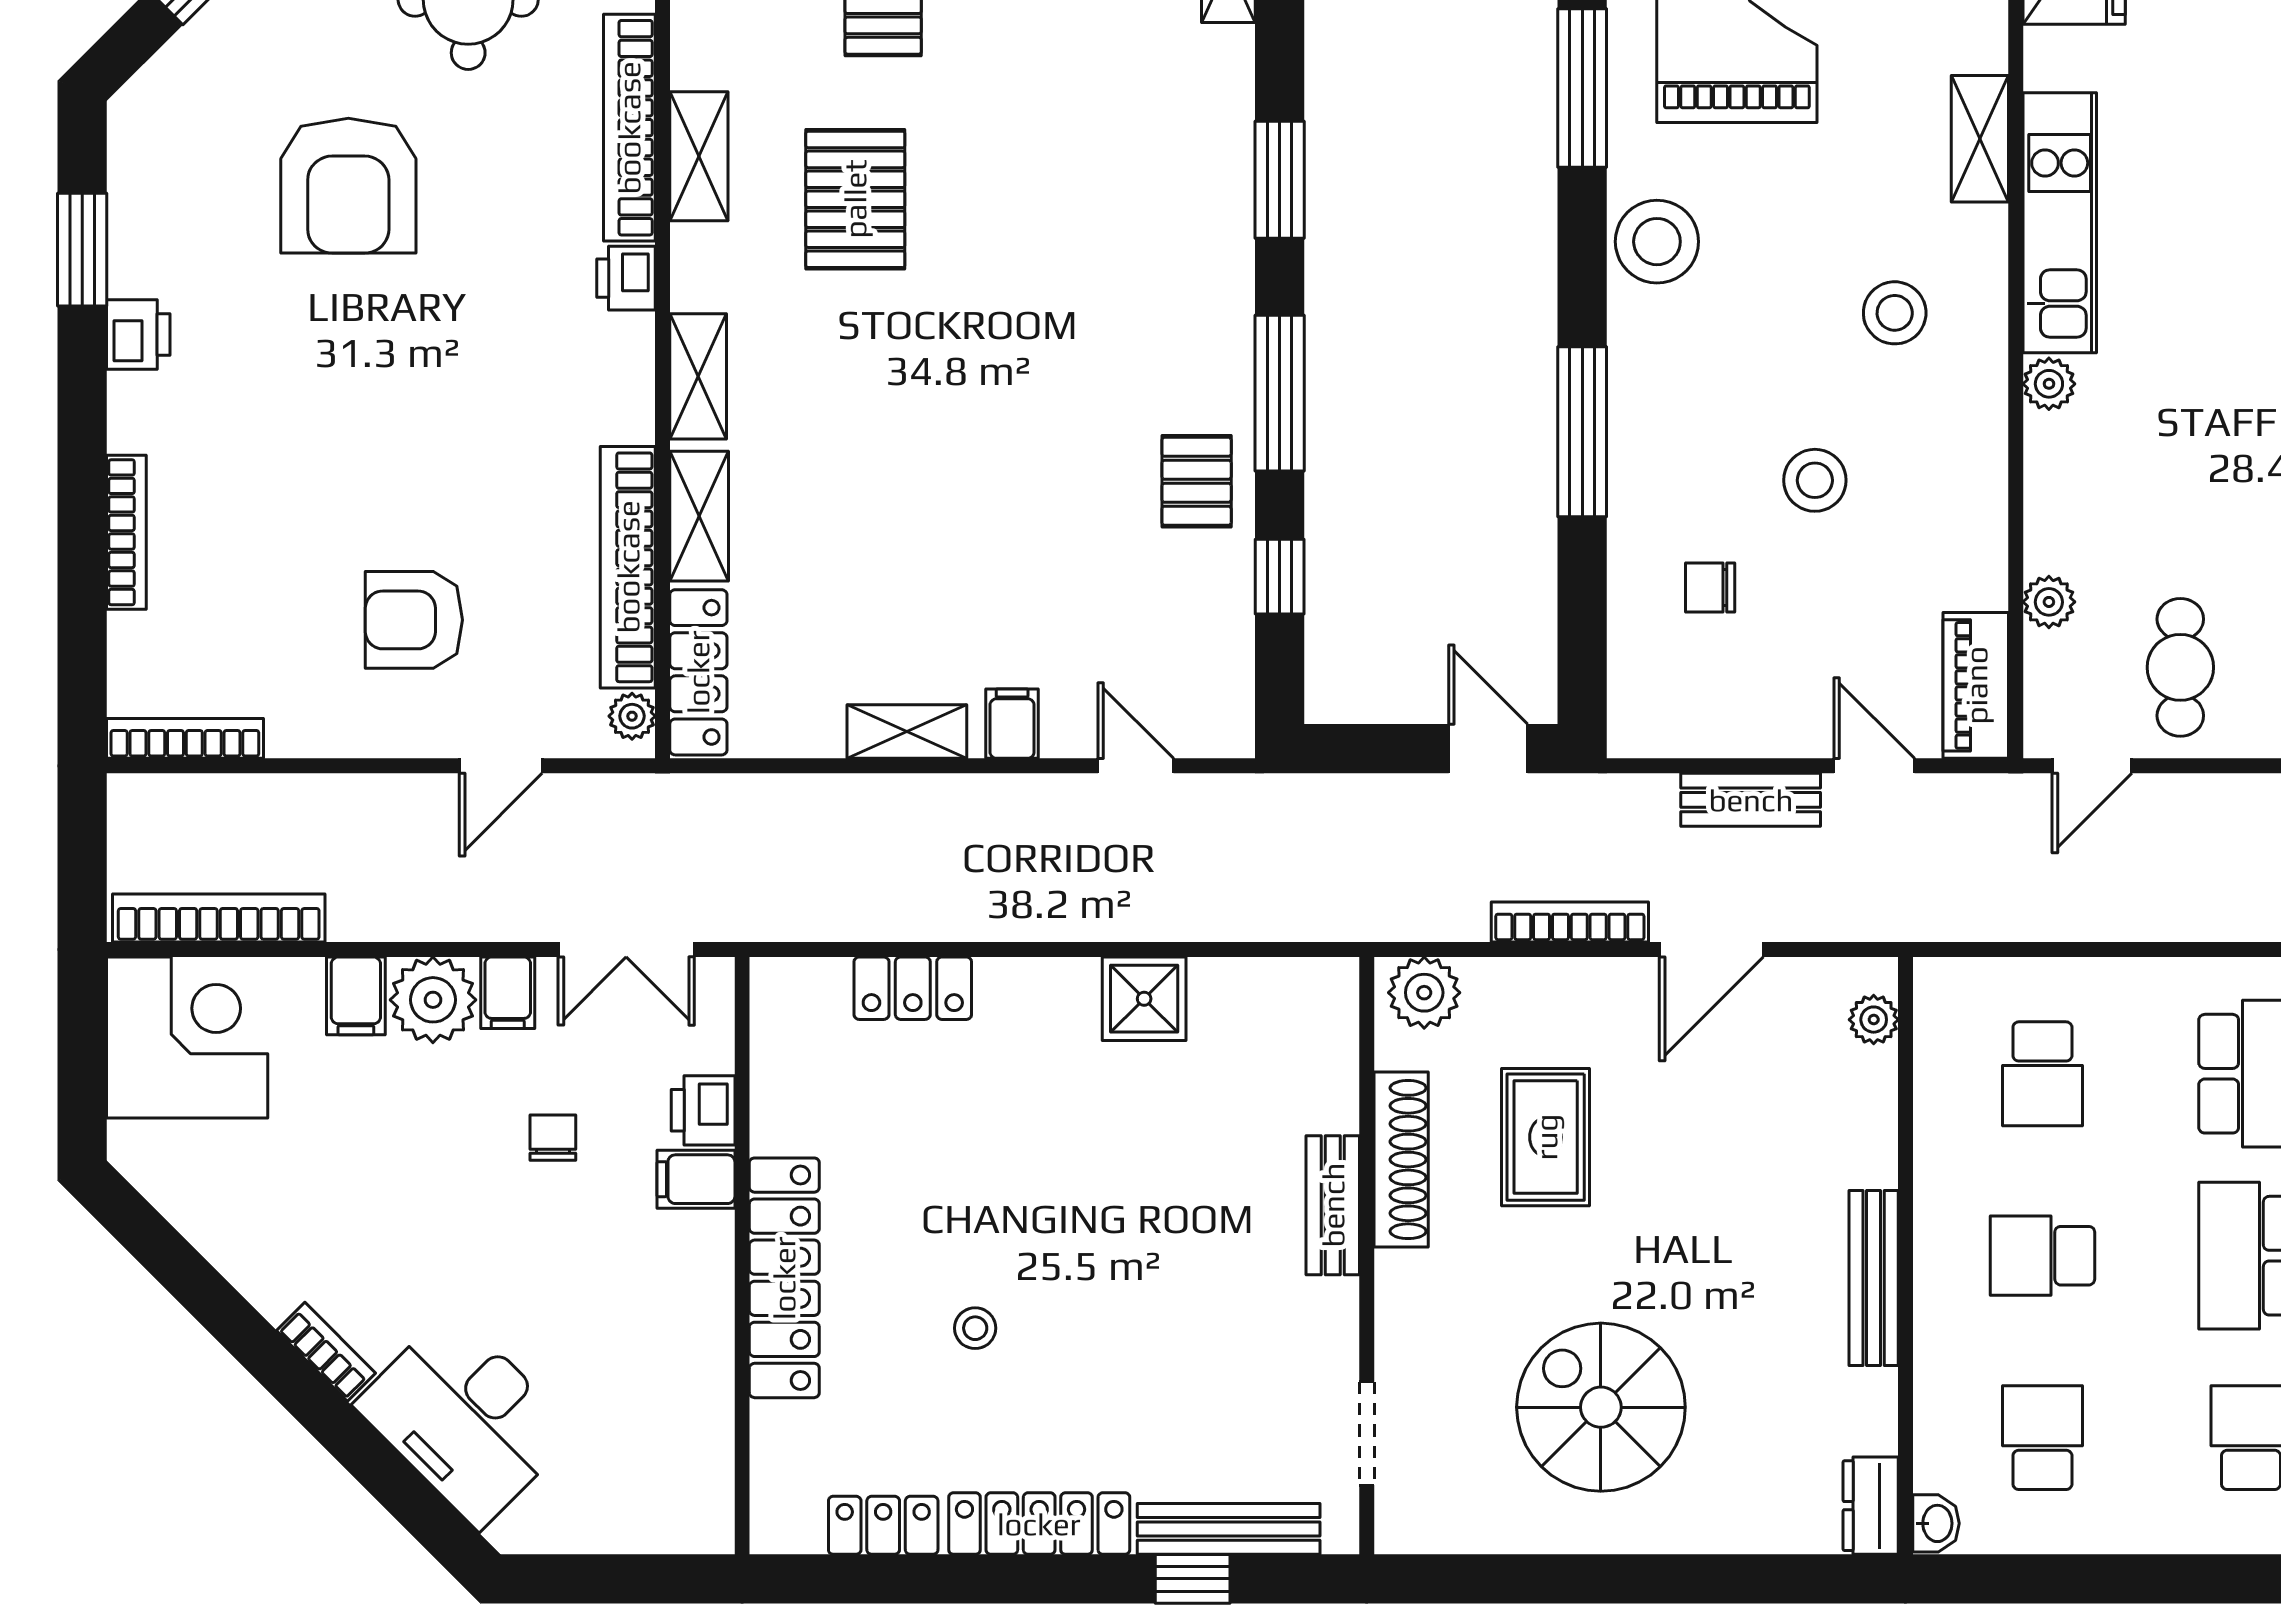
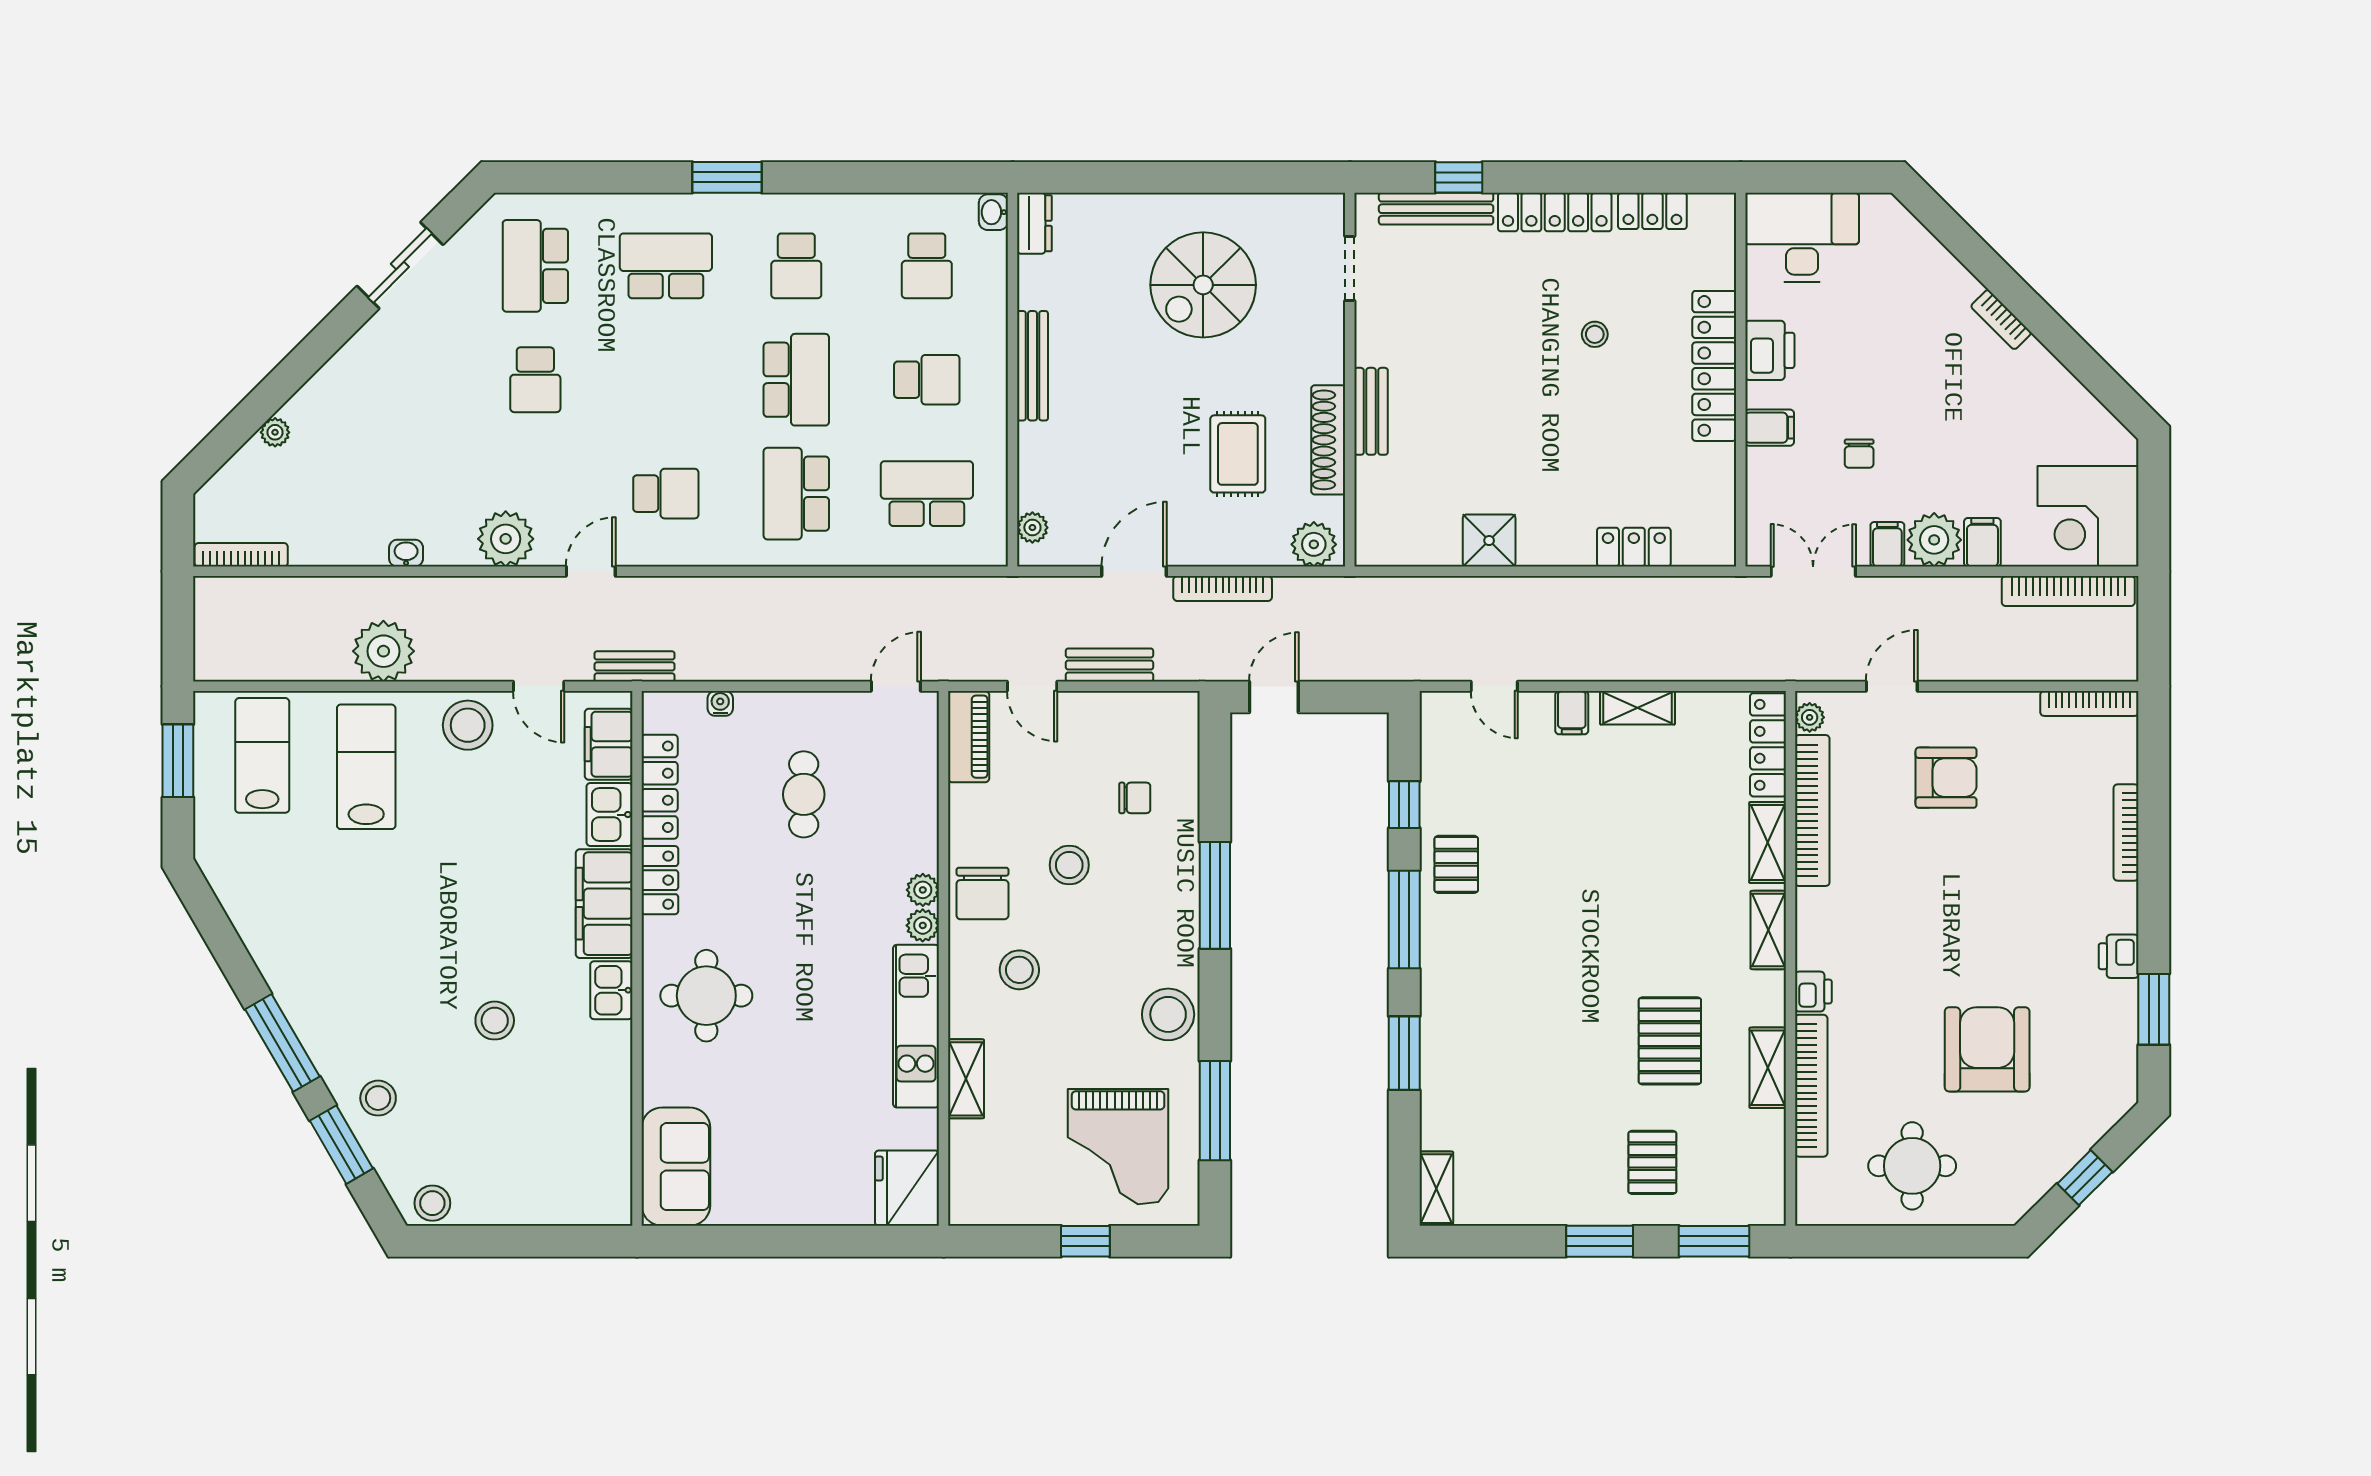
chair: (1954, 435) -> (982, 893), added
plant: (2049, 602) -> (923, 890), moved
cafe table: (2180, 667) -> (804, 794), moved
door: (1488, 749) -> (1274, 697), swing flipped
school desk: (2042, 1074) -> (927, 494), width x1.85
printer: (703, 1110) -> (1770, 350), moved, width x1.36, depth x1.24
spiral stairs: (1601, 1407) -> (1203, 285), turned 90
desk: (465, 1419) -> (1802, 237), moved, turned -45

